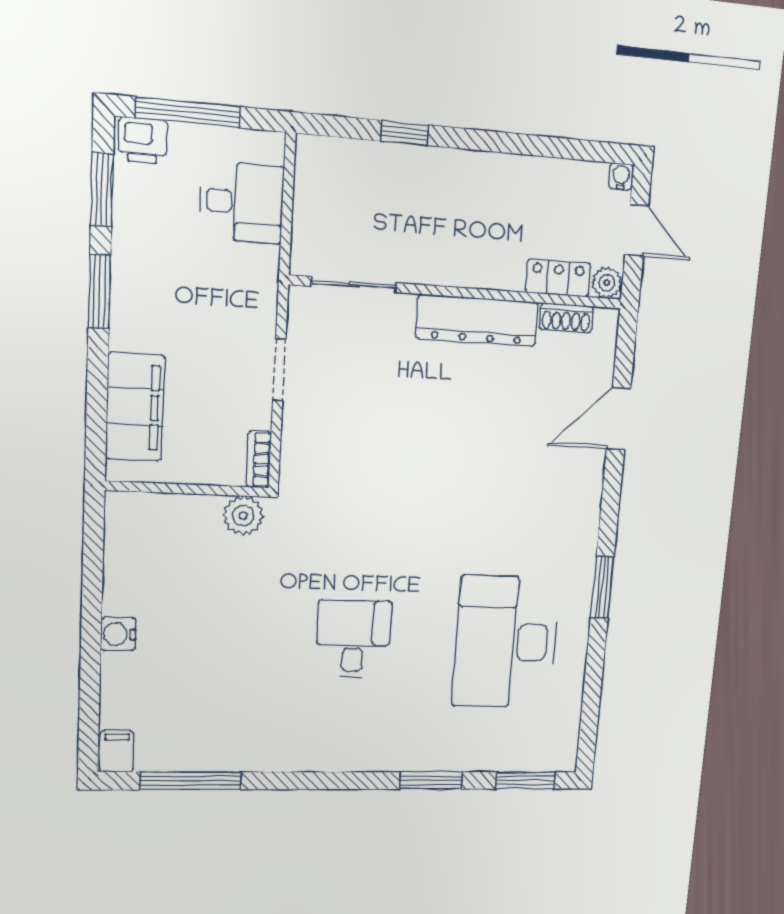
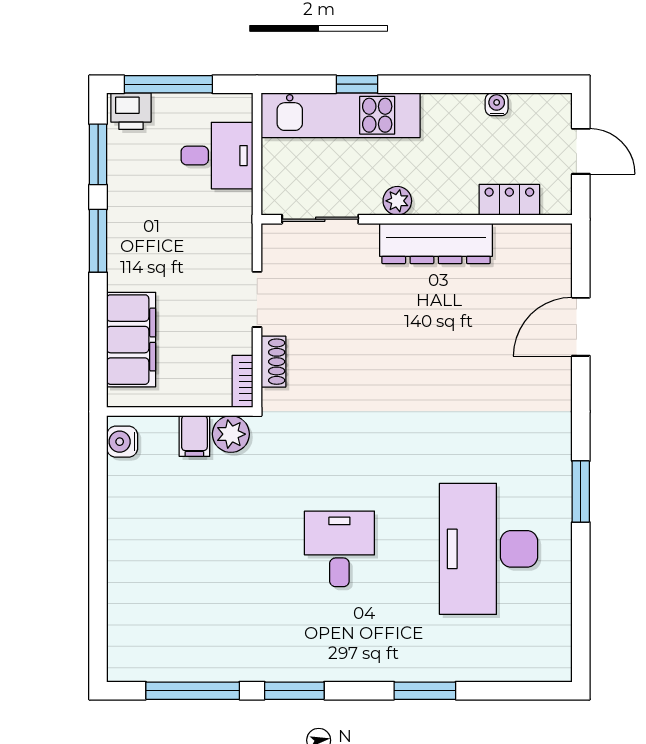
kitchen unit: (384, 167) -> (341, 115), added
water cooler: (621, 176) -> (497, 104), moved
plant: (607, 283) -> (397, 201), moved
shoe rack: (566, 318) -> (273, 362), moved, turned -90
water cooler: (118, 634) -> (122, 442), moved
filing cabinet: (116, 751) -> (194, 436), moved, turned 180
window: (526, 780) -> (294, 691), moved

